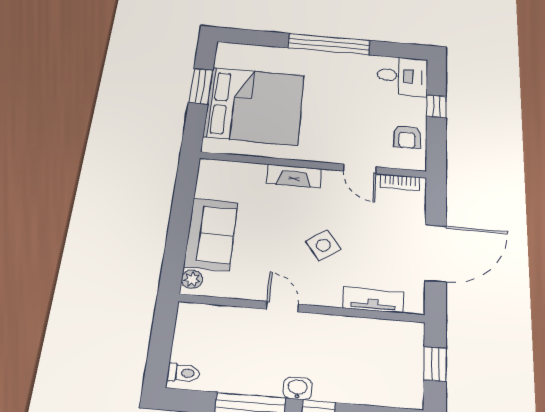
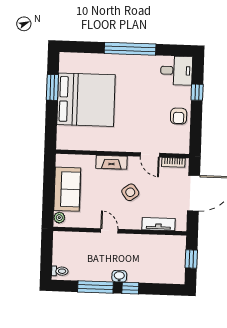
wall: (313, 165) -> (122, 154), moved
door: (360, 169) -> (150, 155), moved
fireplace: (294, 176) -> (111, 162), moved
bookcase: (400, 182) -> (173, 162), moved

